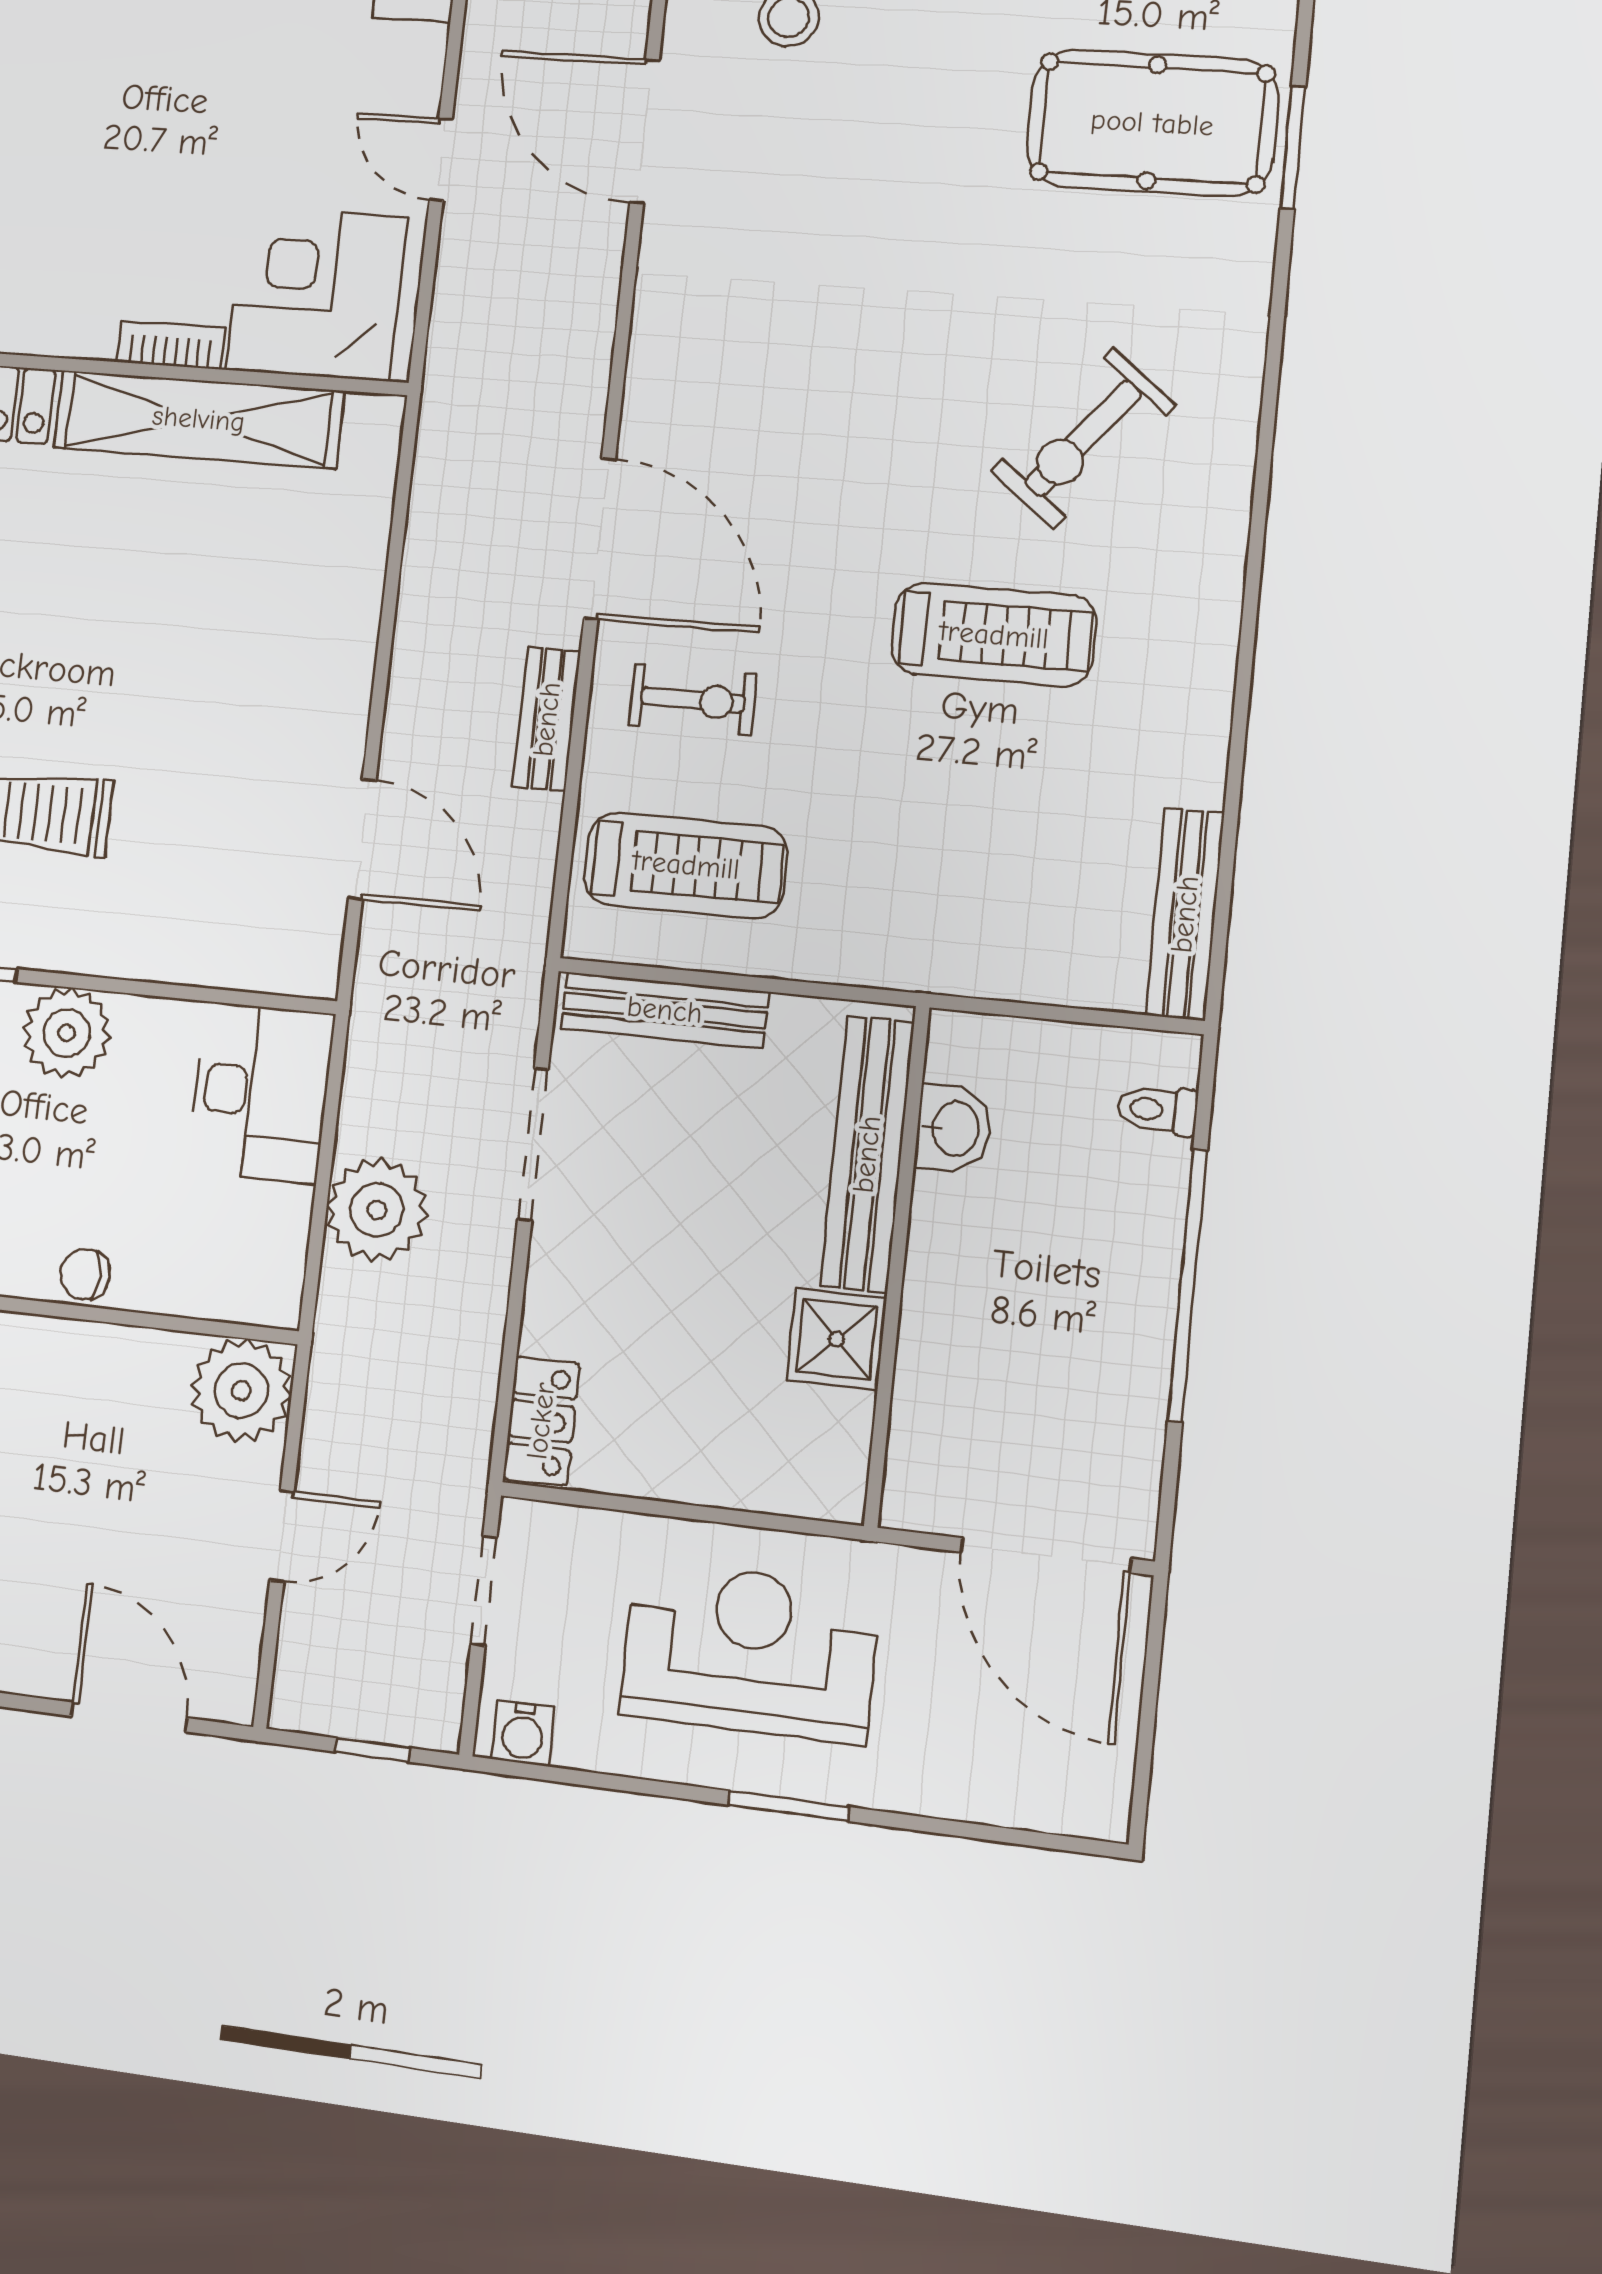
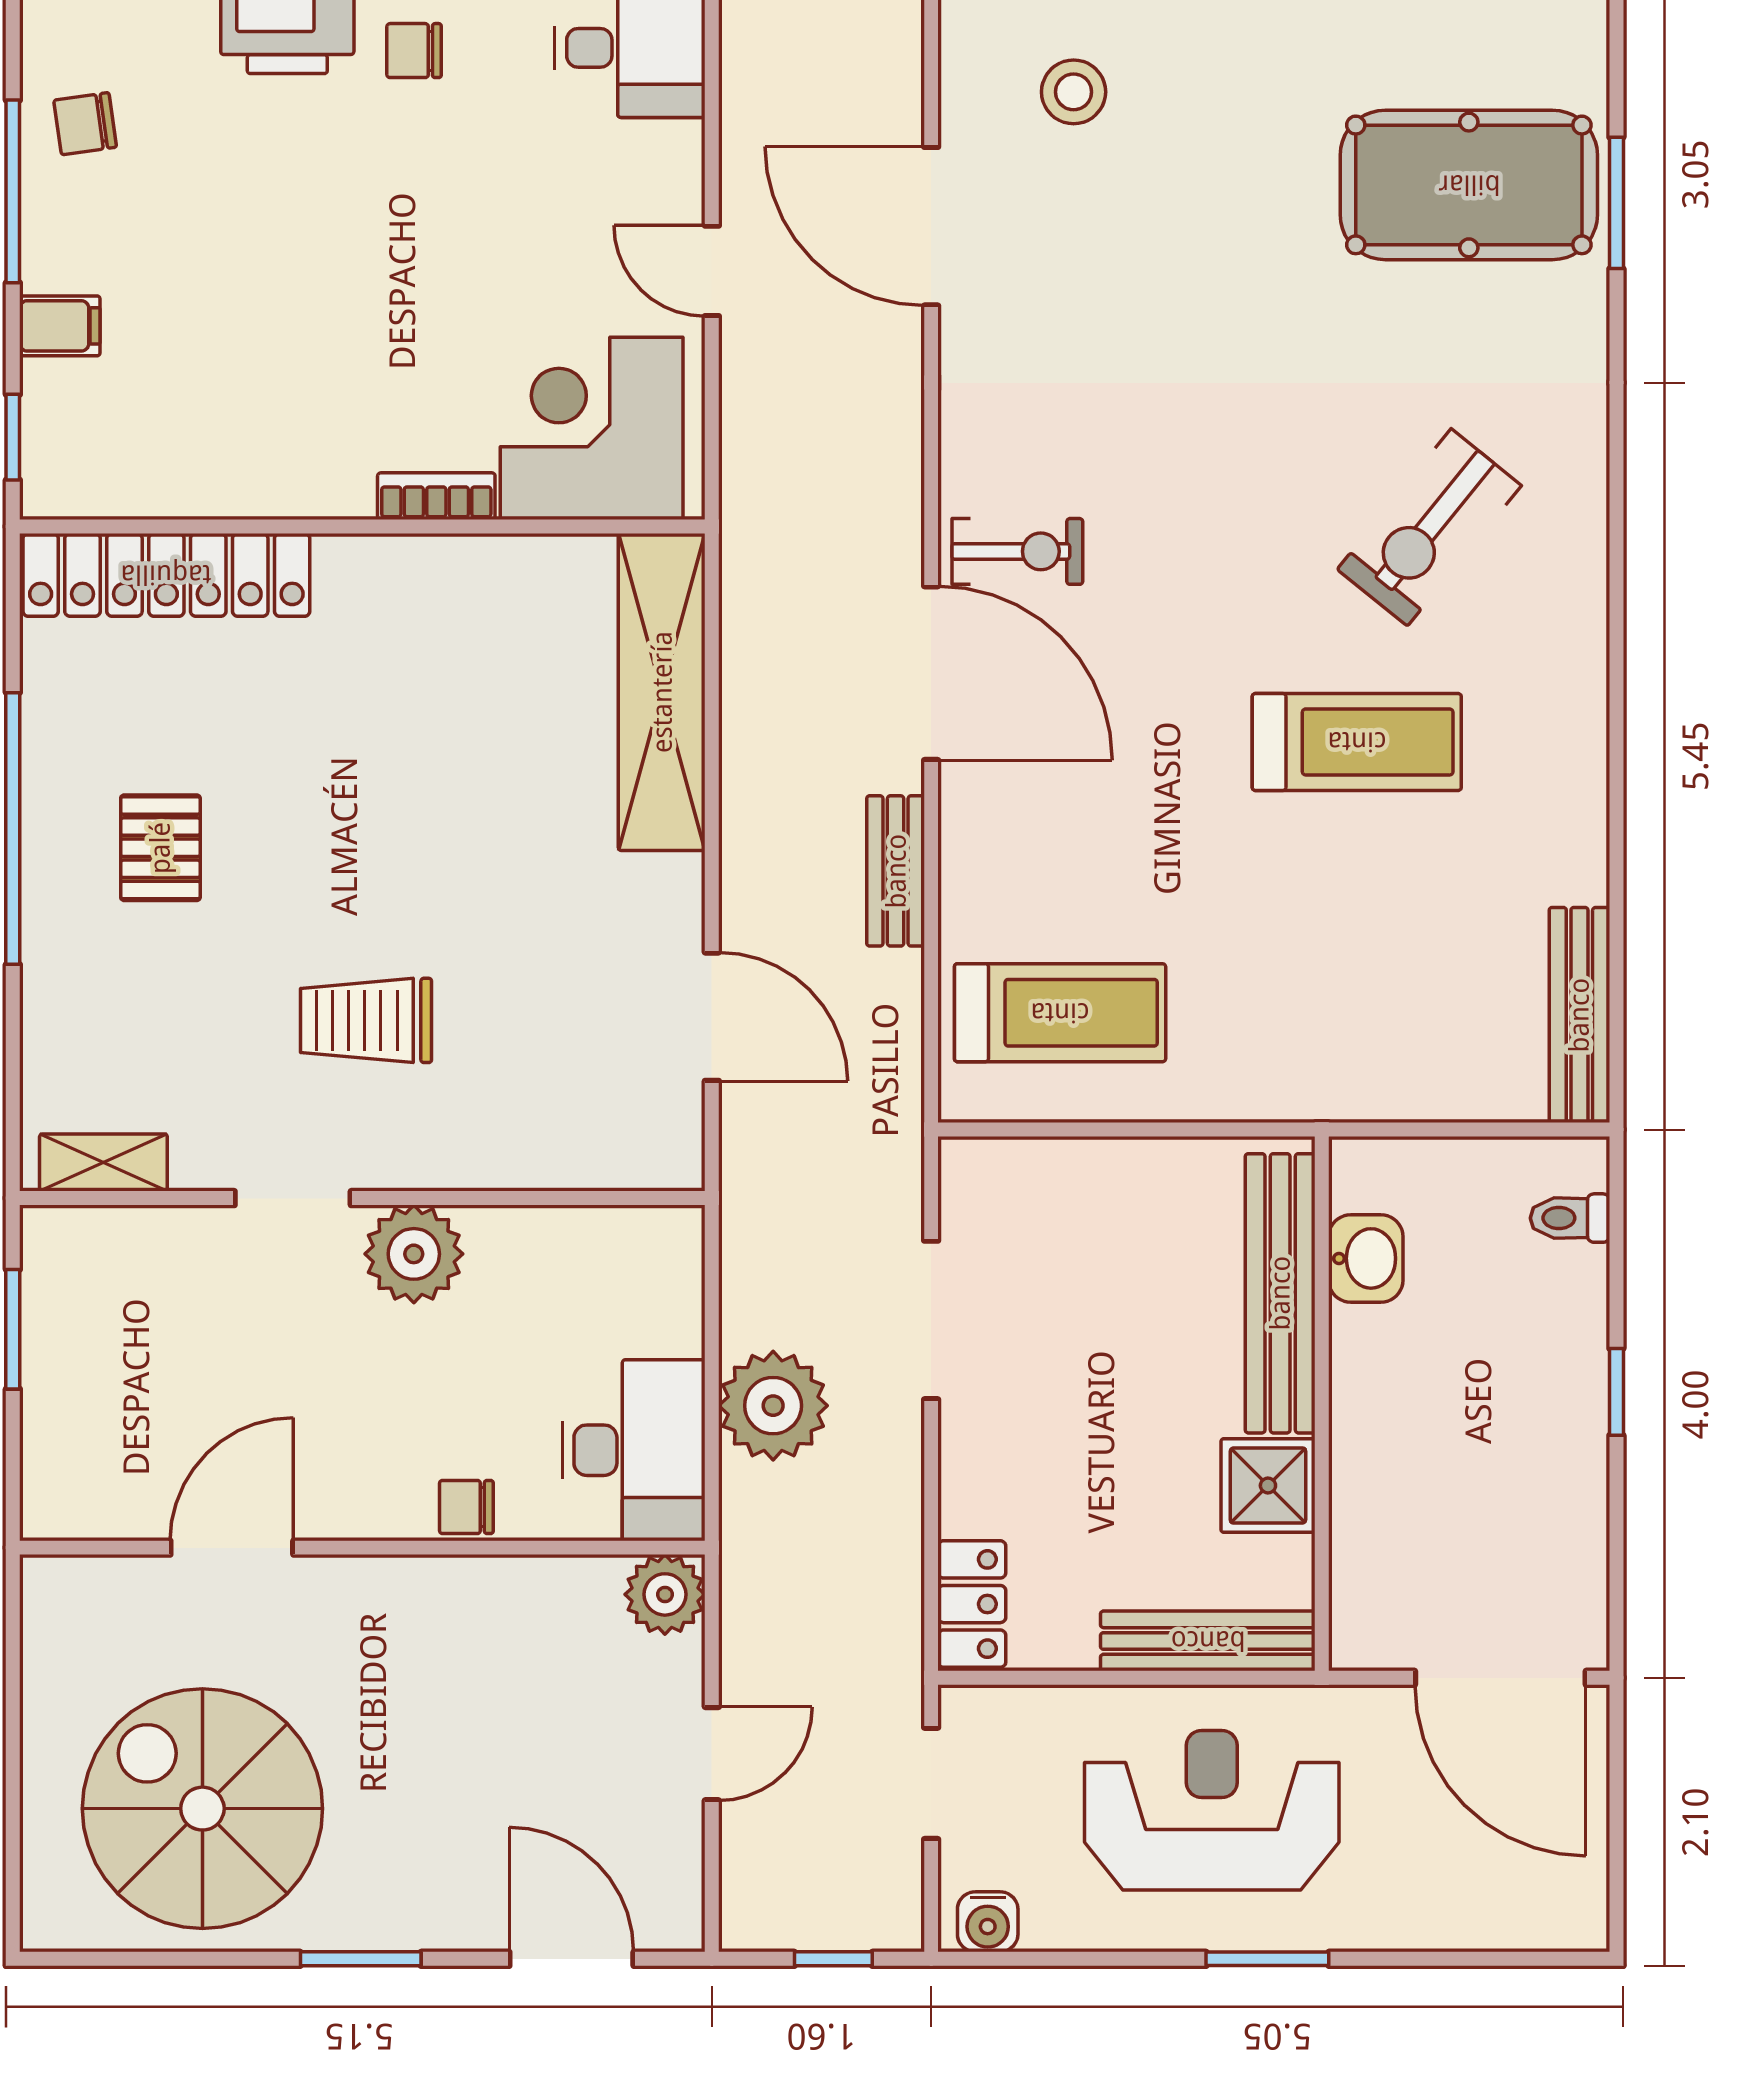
shelving: (199, 419) -> (662, 692), moved, turned 90
exercise bike: (693, 700) -> (1017, 551), moved
bench: (665, 1010) -> (1208, 1641), moved
desk: (261, 1092) -> (634, 1450), moved
window: (1188, 1285) -> (1616, 1392), width x0.32
plant: (241, 1390) -> (665, 1594), width x0.73, depth x0.73

